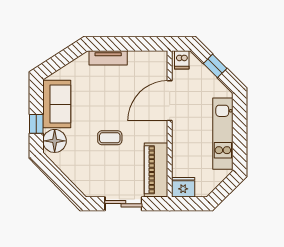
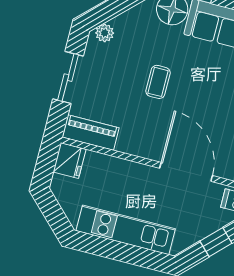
piano: (156, 170) -> (91, 133), width x0.73, depth x0.75
plant: (84, 186) -> (105, 33), added

